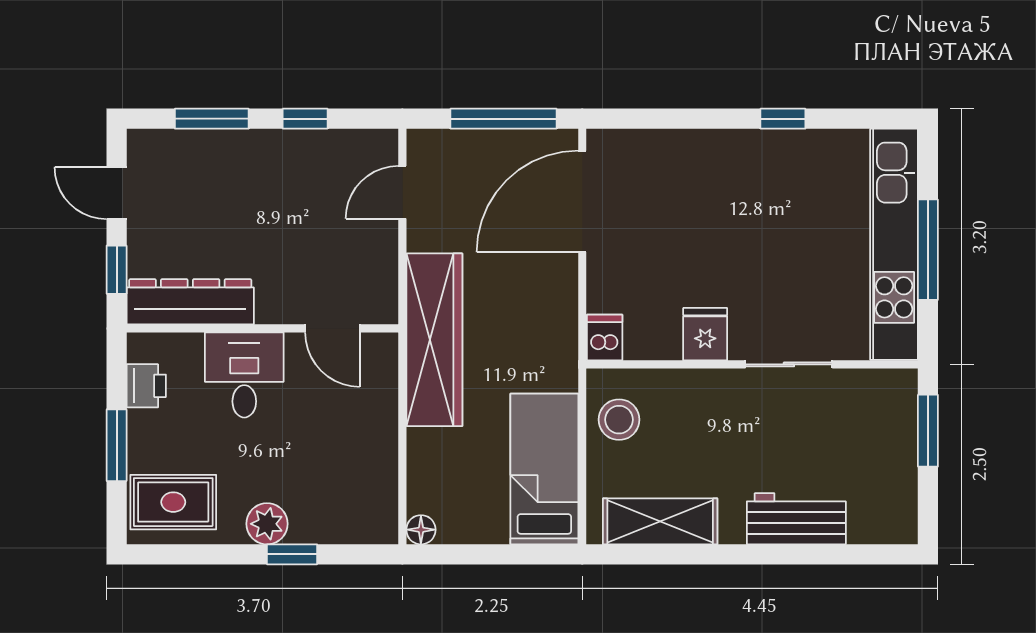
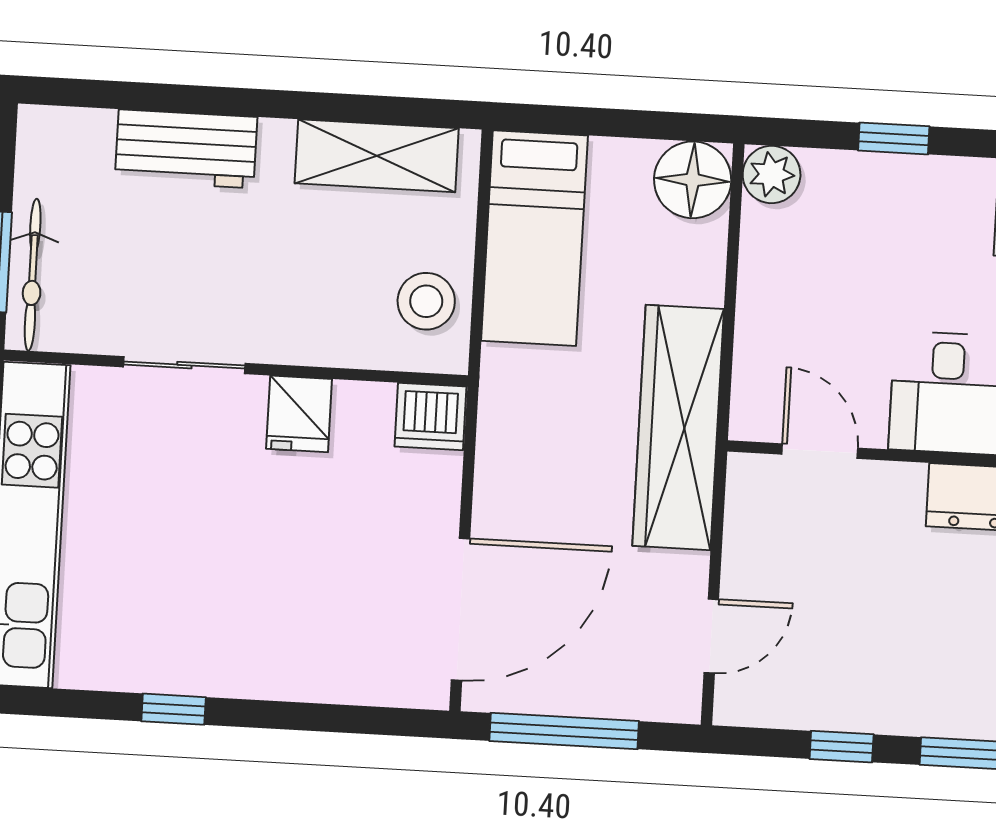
dishwasher: (605, 338) -> (431, 417), width x1.38
bicycle: (901, 423) -> (33, 275), added
plant: (267, 524) -> (772, 174), moved
floor lamp: (421, 530) -> (693, 180), width x1.89, depth x1.89

